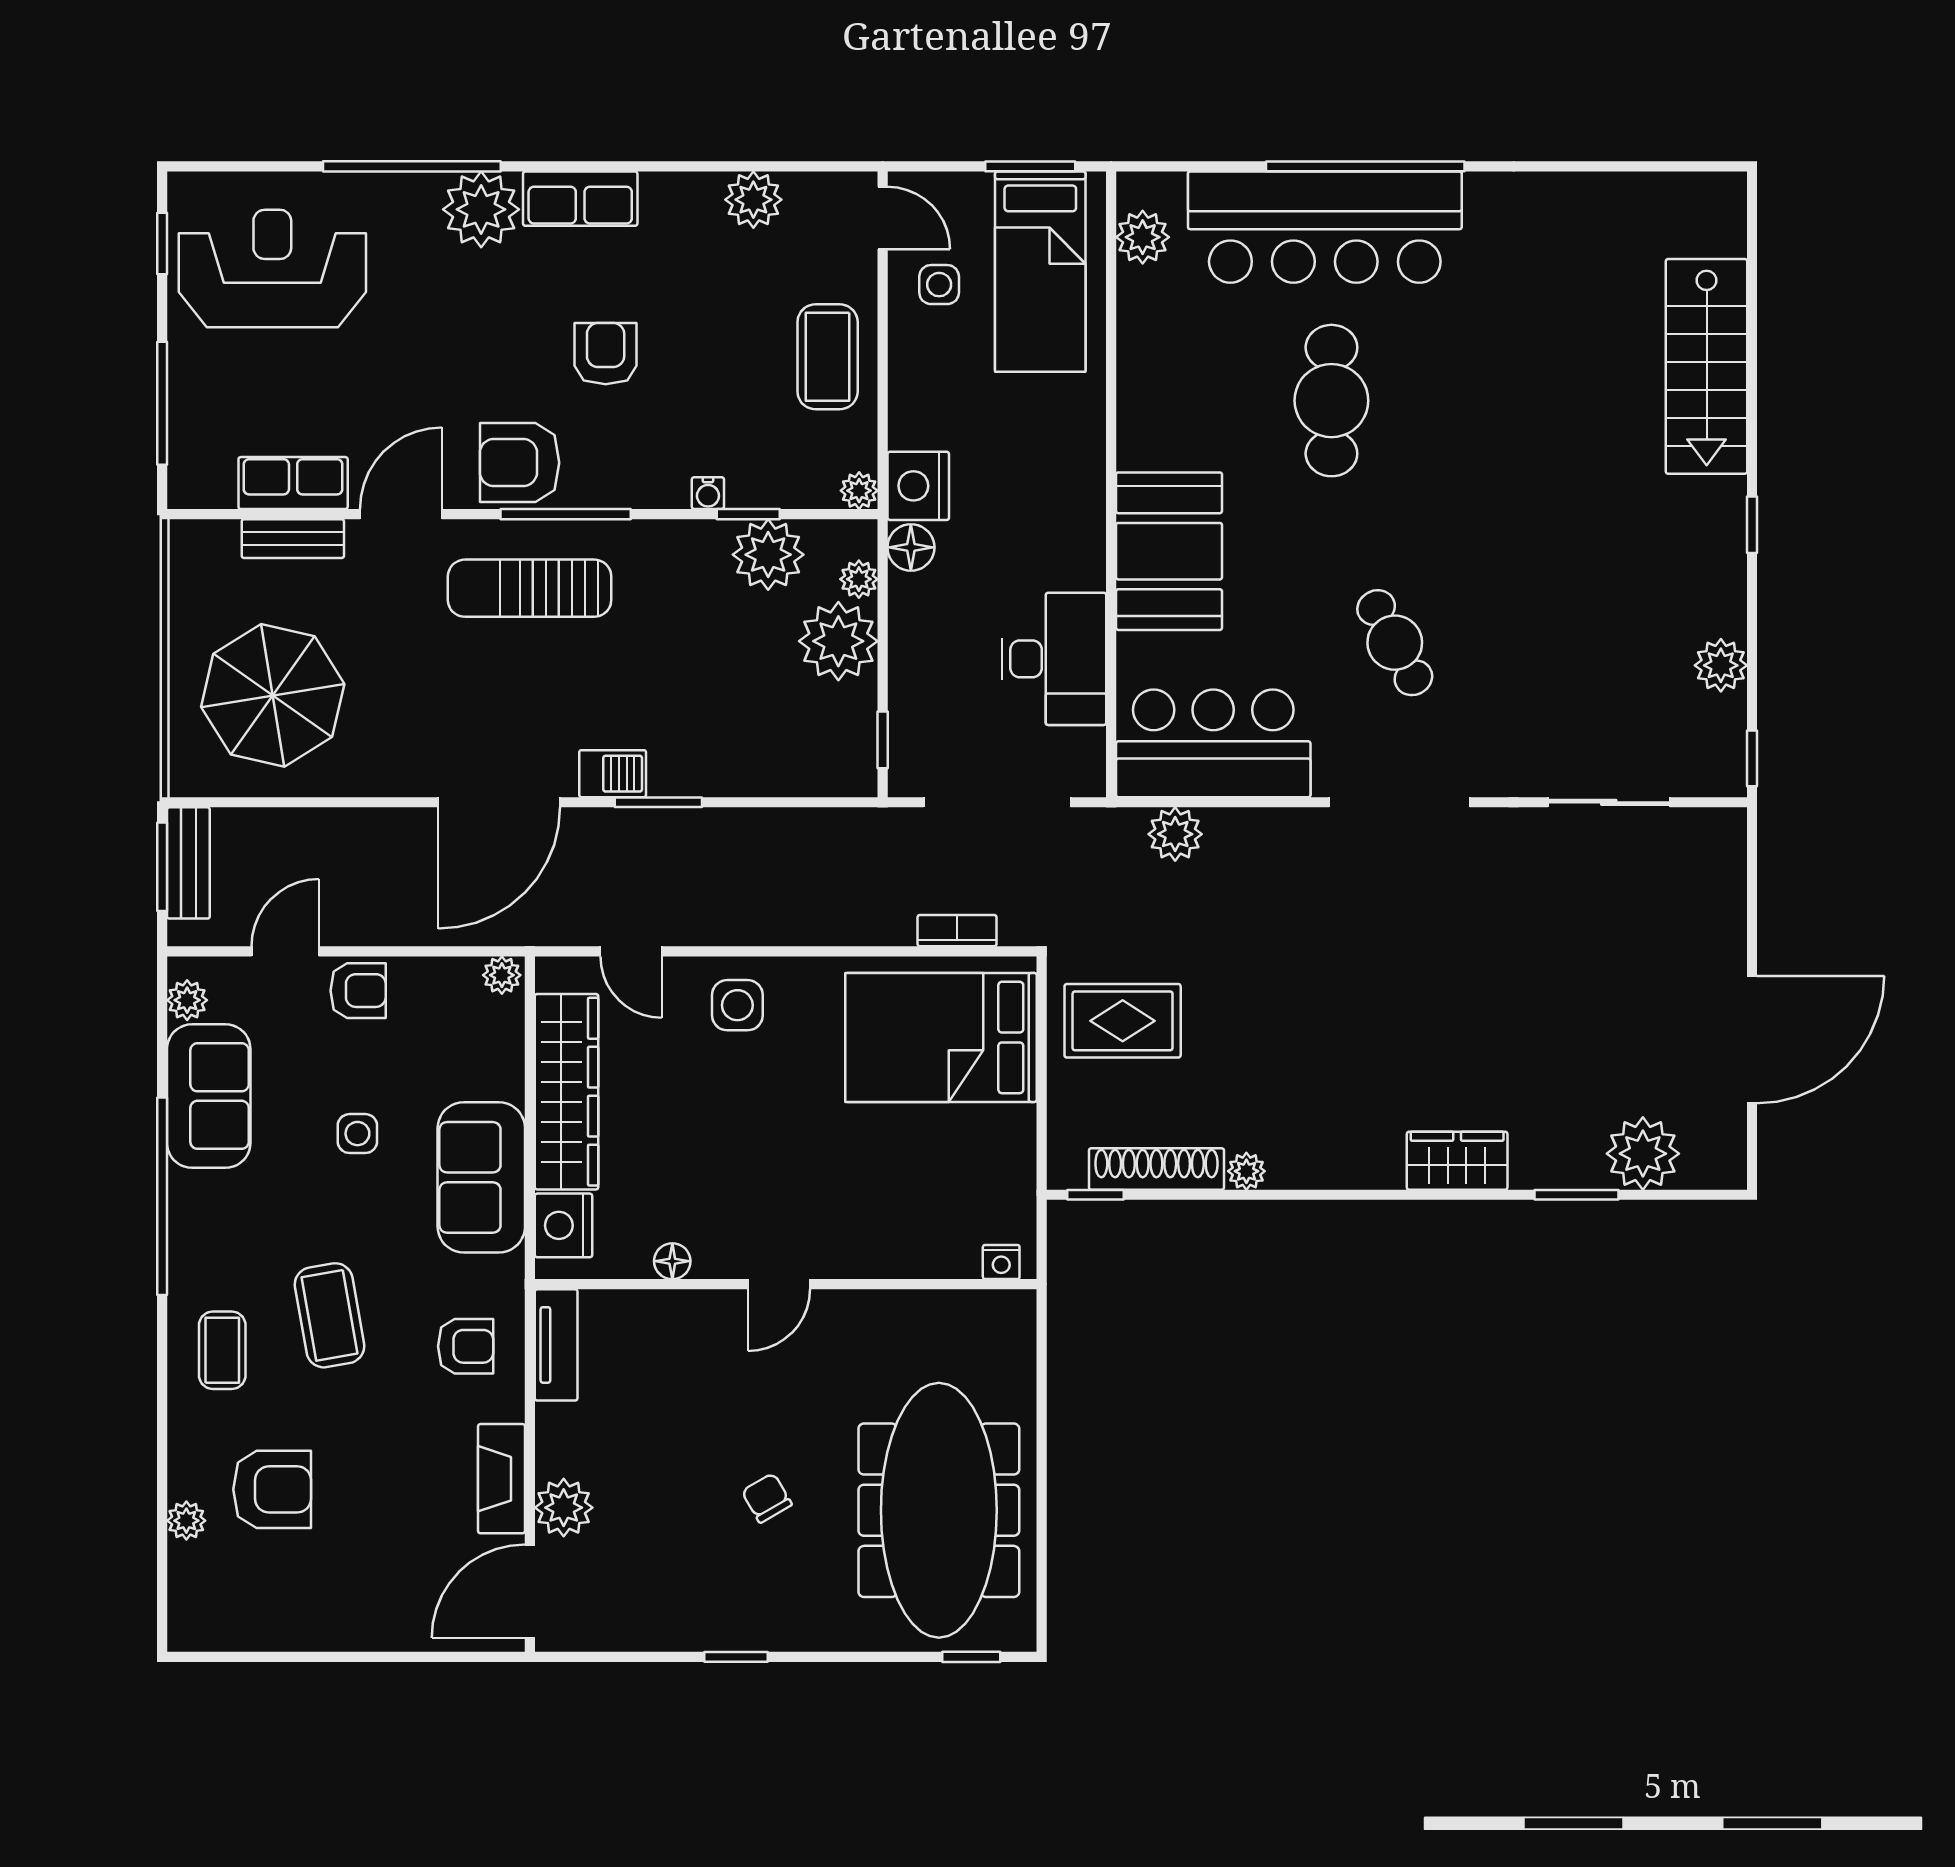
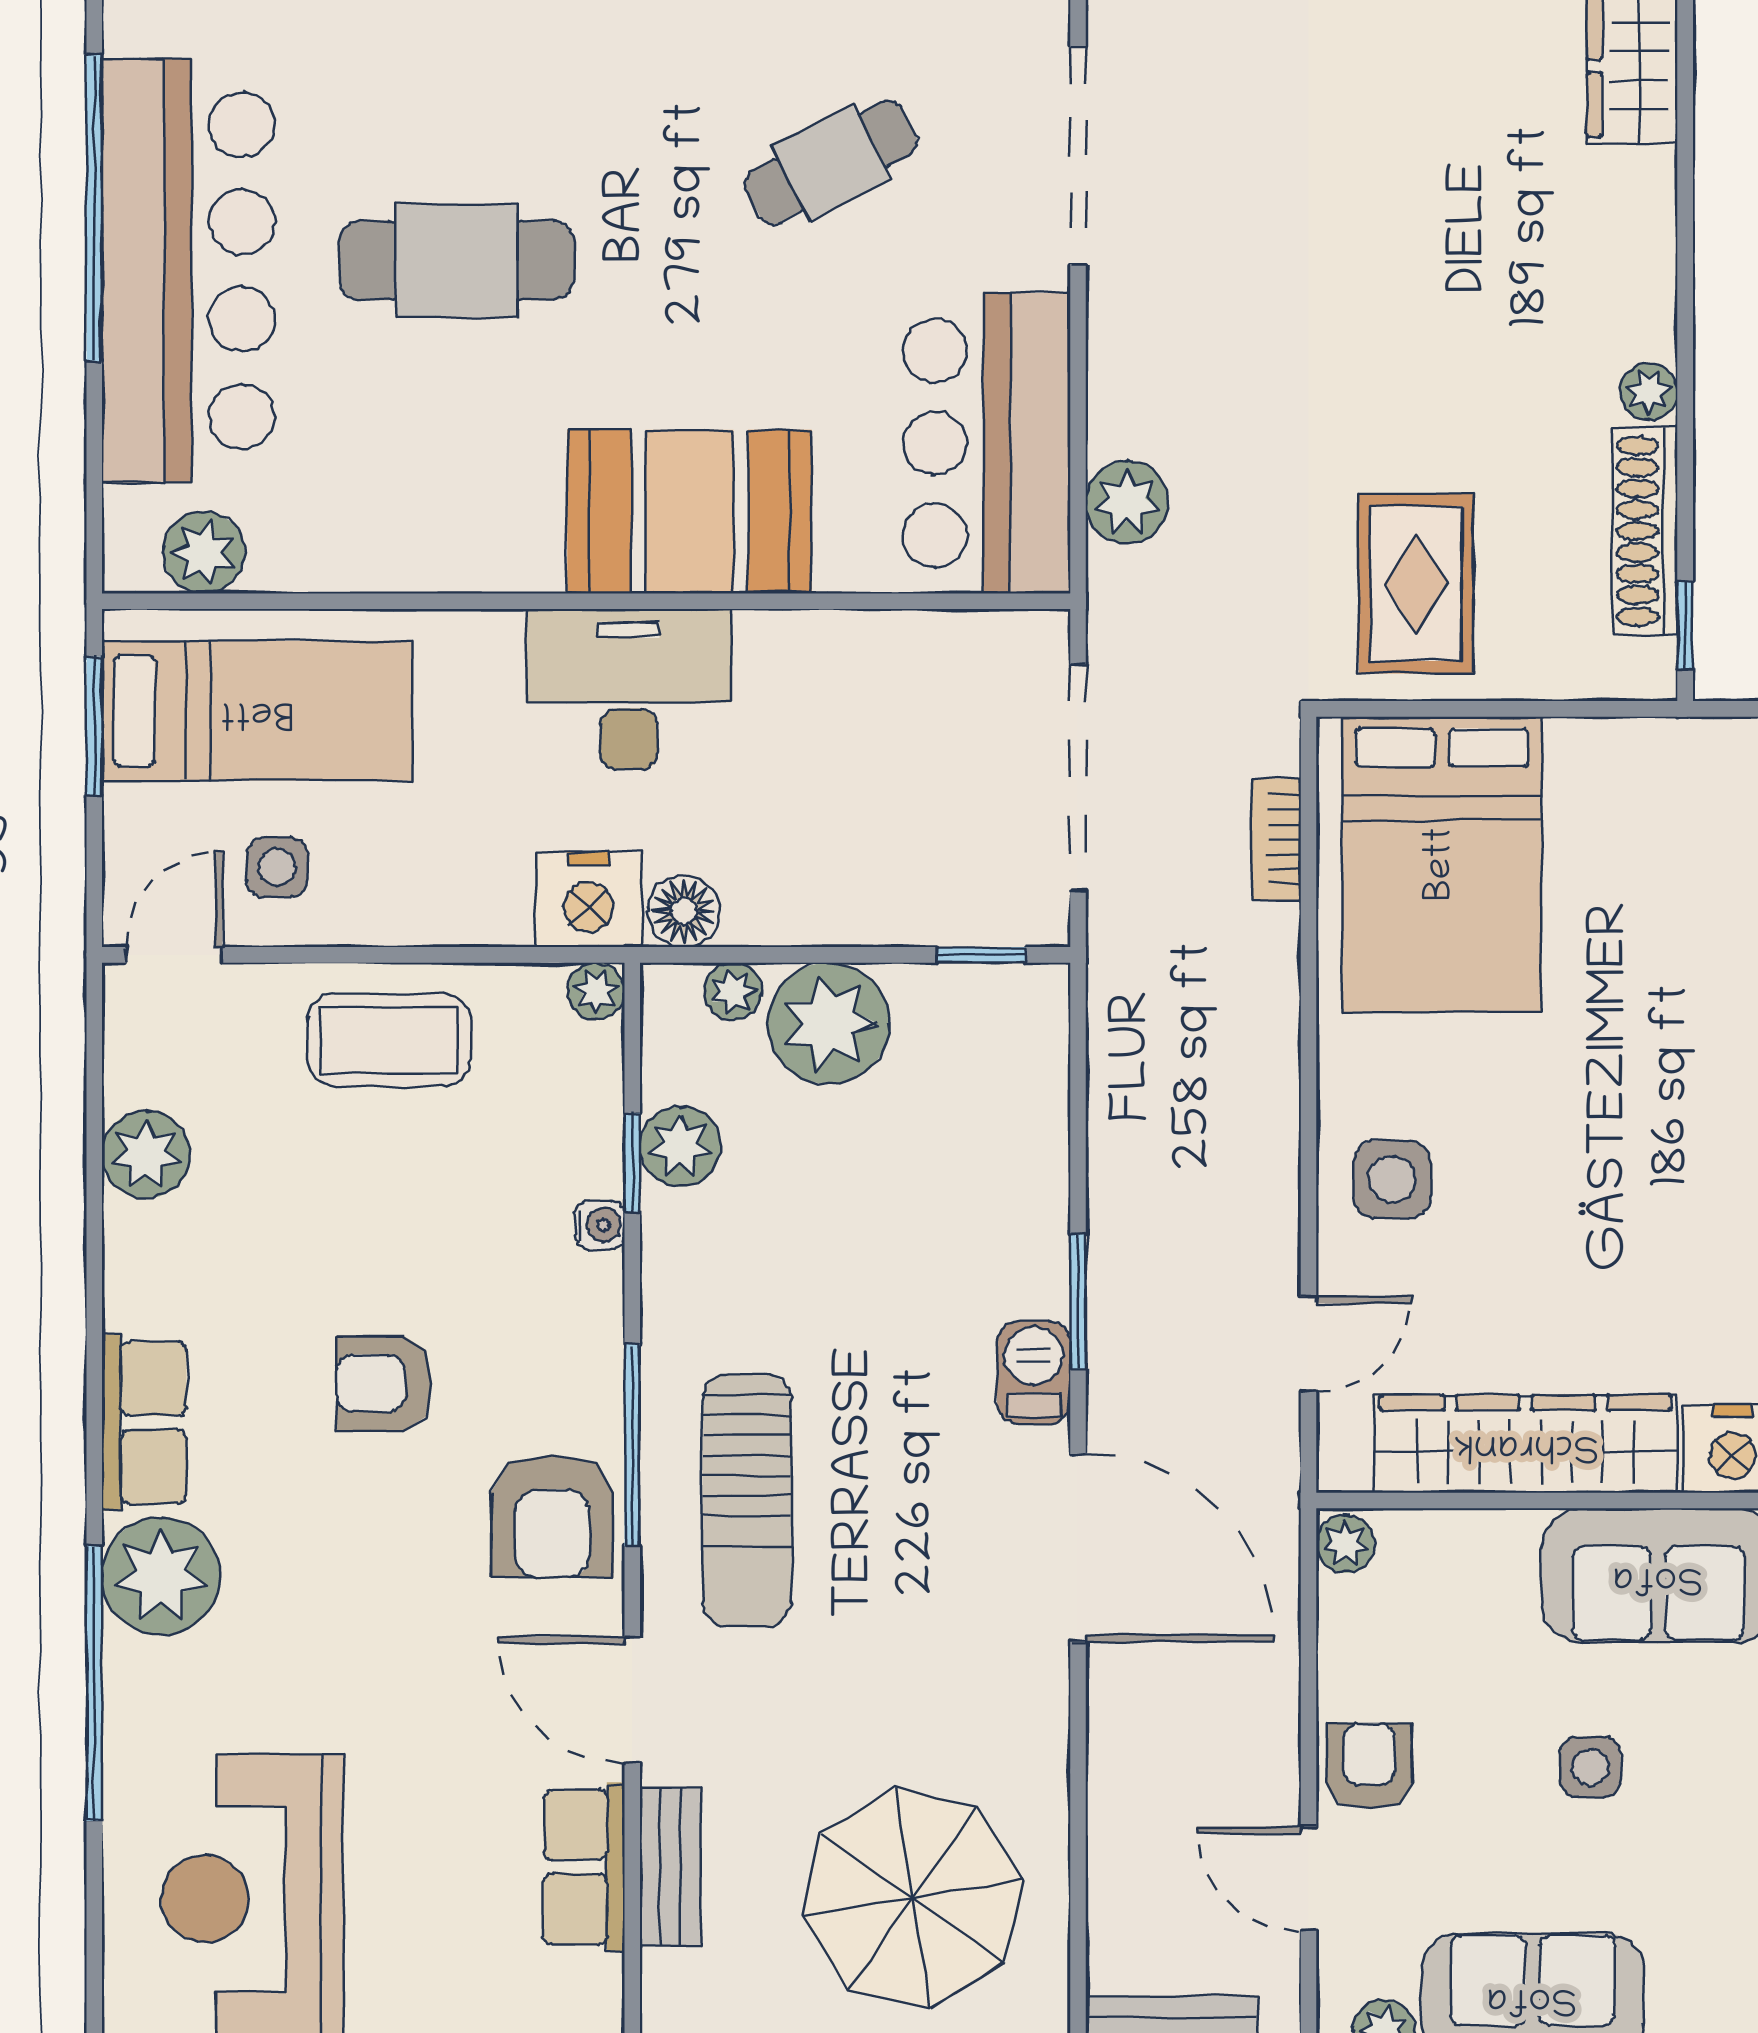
plant: (768, 555) -> (680, 1146), width x0.73, depth x0.73
desk: (1054, 659) -> (629, 689), moved

